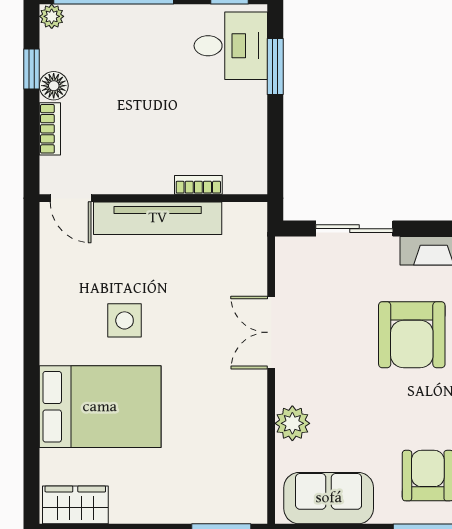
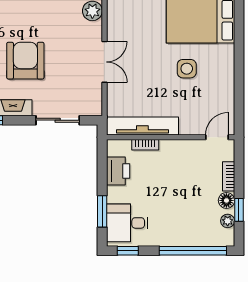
plant: (52, 16) -> (228, 221), moved
printer: (247, 138) -> (118, 171), added
door: (71, 198) -> (217, 137), hinge flipped
tv unit: (158, 218) -> (142, 126), moved

